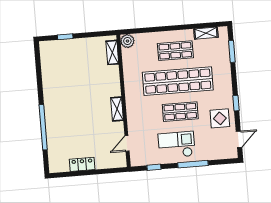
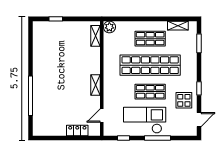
checkout: (177, 145) -> (145, 120), width x1.36, depth x1.21
locker: (82, 164) -> (77, 130), moved

